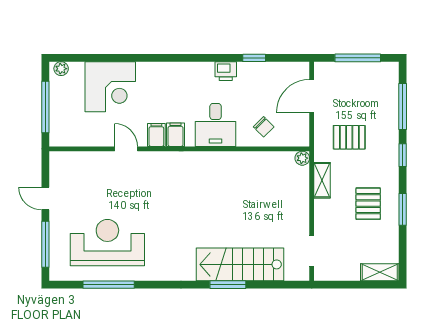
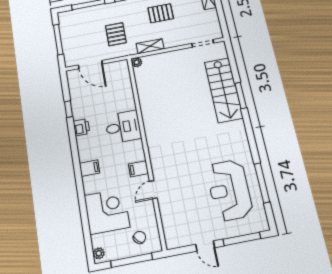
chair: (264, 127) -> (139, 237), moved
filing cabinet: (176, 135) -> (90, 168), moved, turned 180
door: (45, 199) -> (205, 246), hinge flipped

